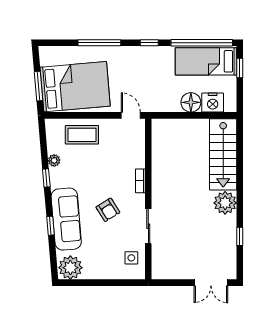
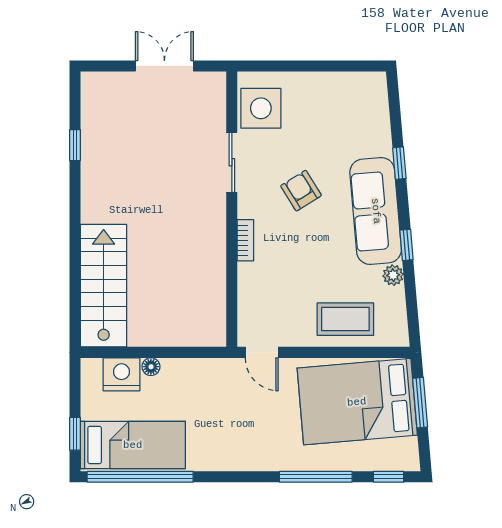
window: (149, 43) -> (389, 477), moved
floor lamp: (191, 102) -> (151, 367), width x0.53, depth x0.53
plant: (225, 203) -> (100, 203), removed
sofa: (66, 219) -> (376, 211), moved
side table: (131, 258) -> (261, 108), width x1.87, depth x1.87
plant: (70, 268) -> (365, 92), removed
double door: (211, 283) -> (164, 66), moved

